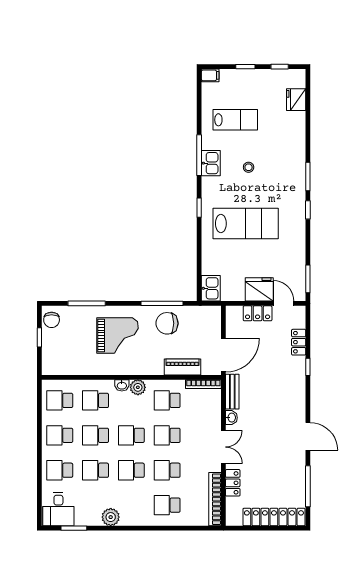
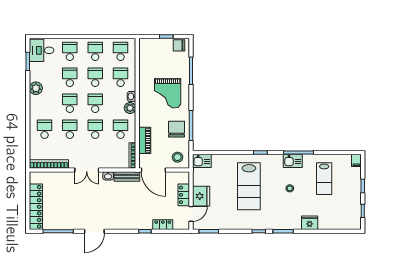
fridge: (296, 100) -> (310, 223), moved
stool: (206, 322) -> (178, 157), added
locker: (233, 483) -> (61, 177), removed

